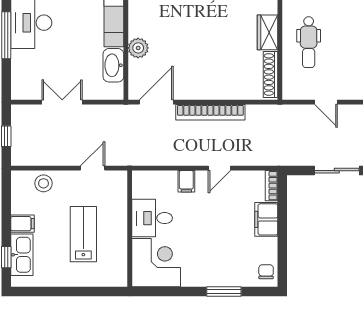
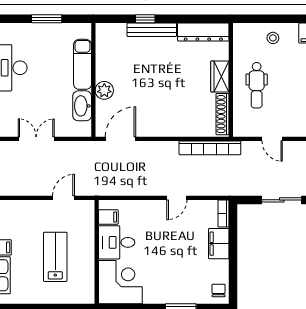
bookcase: (210, 112) -> (210, 148), moved
filing cabinet: (186, 181) -> (108, 217), moved, turned -90
stool: (44, 183) -> (20, 211), removed

